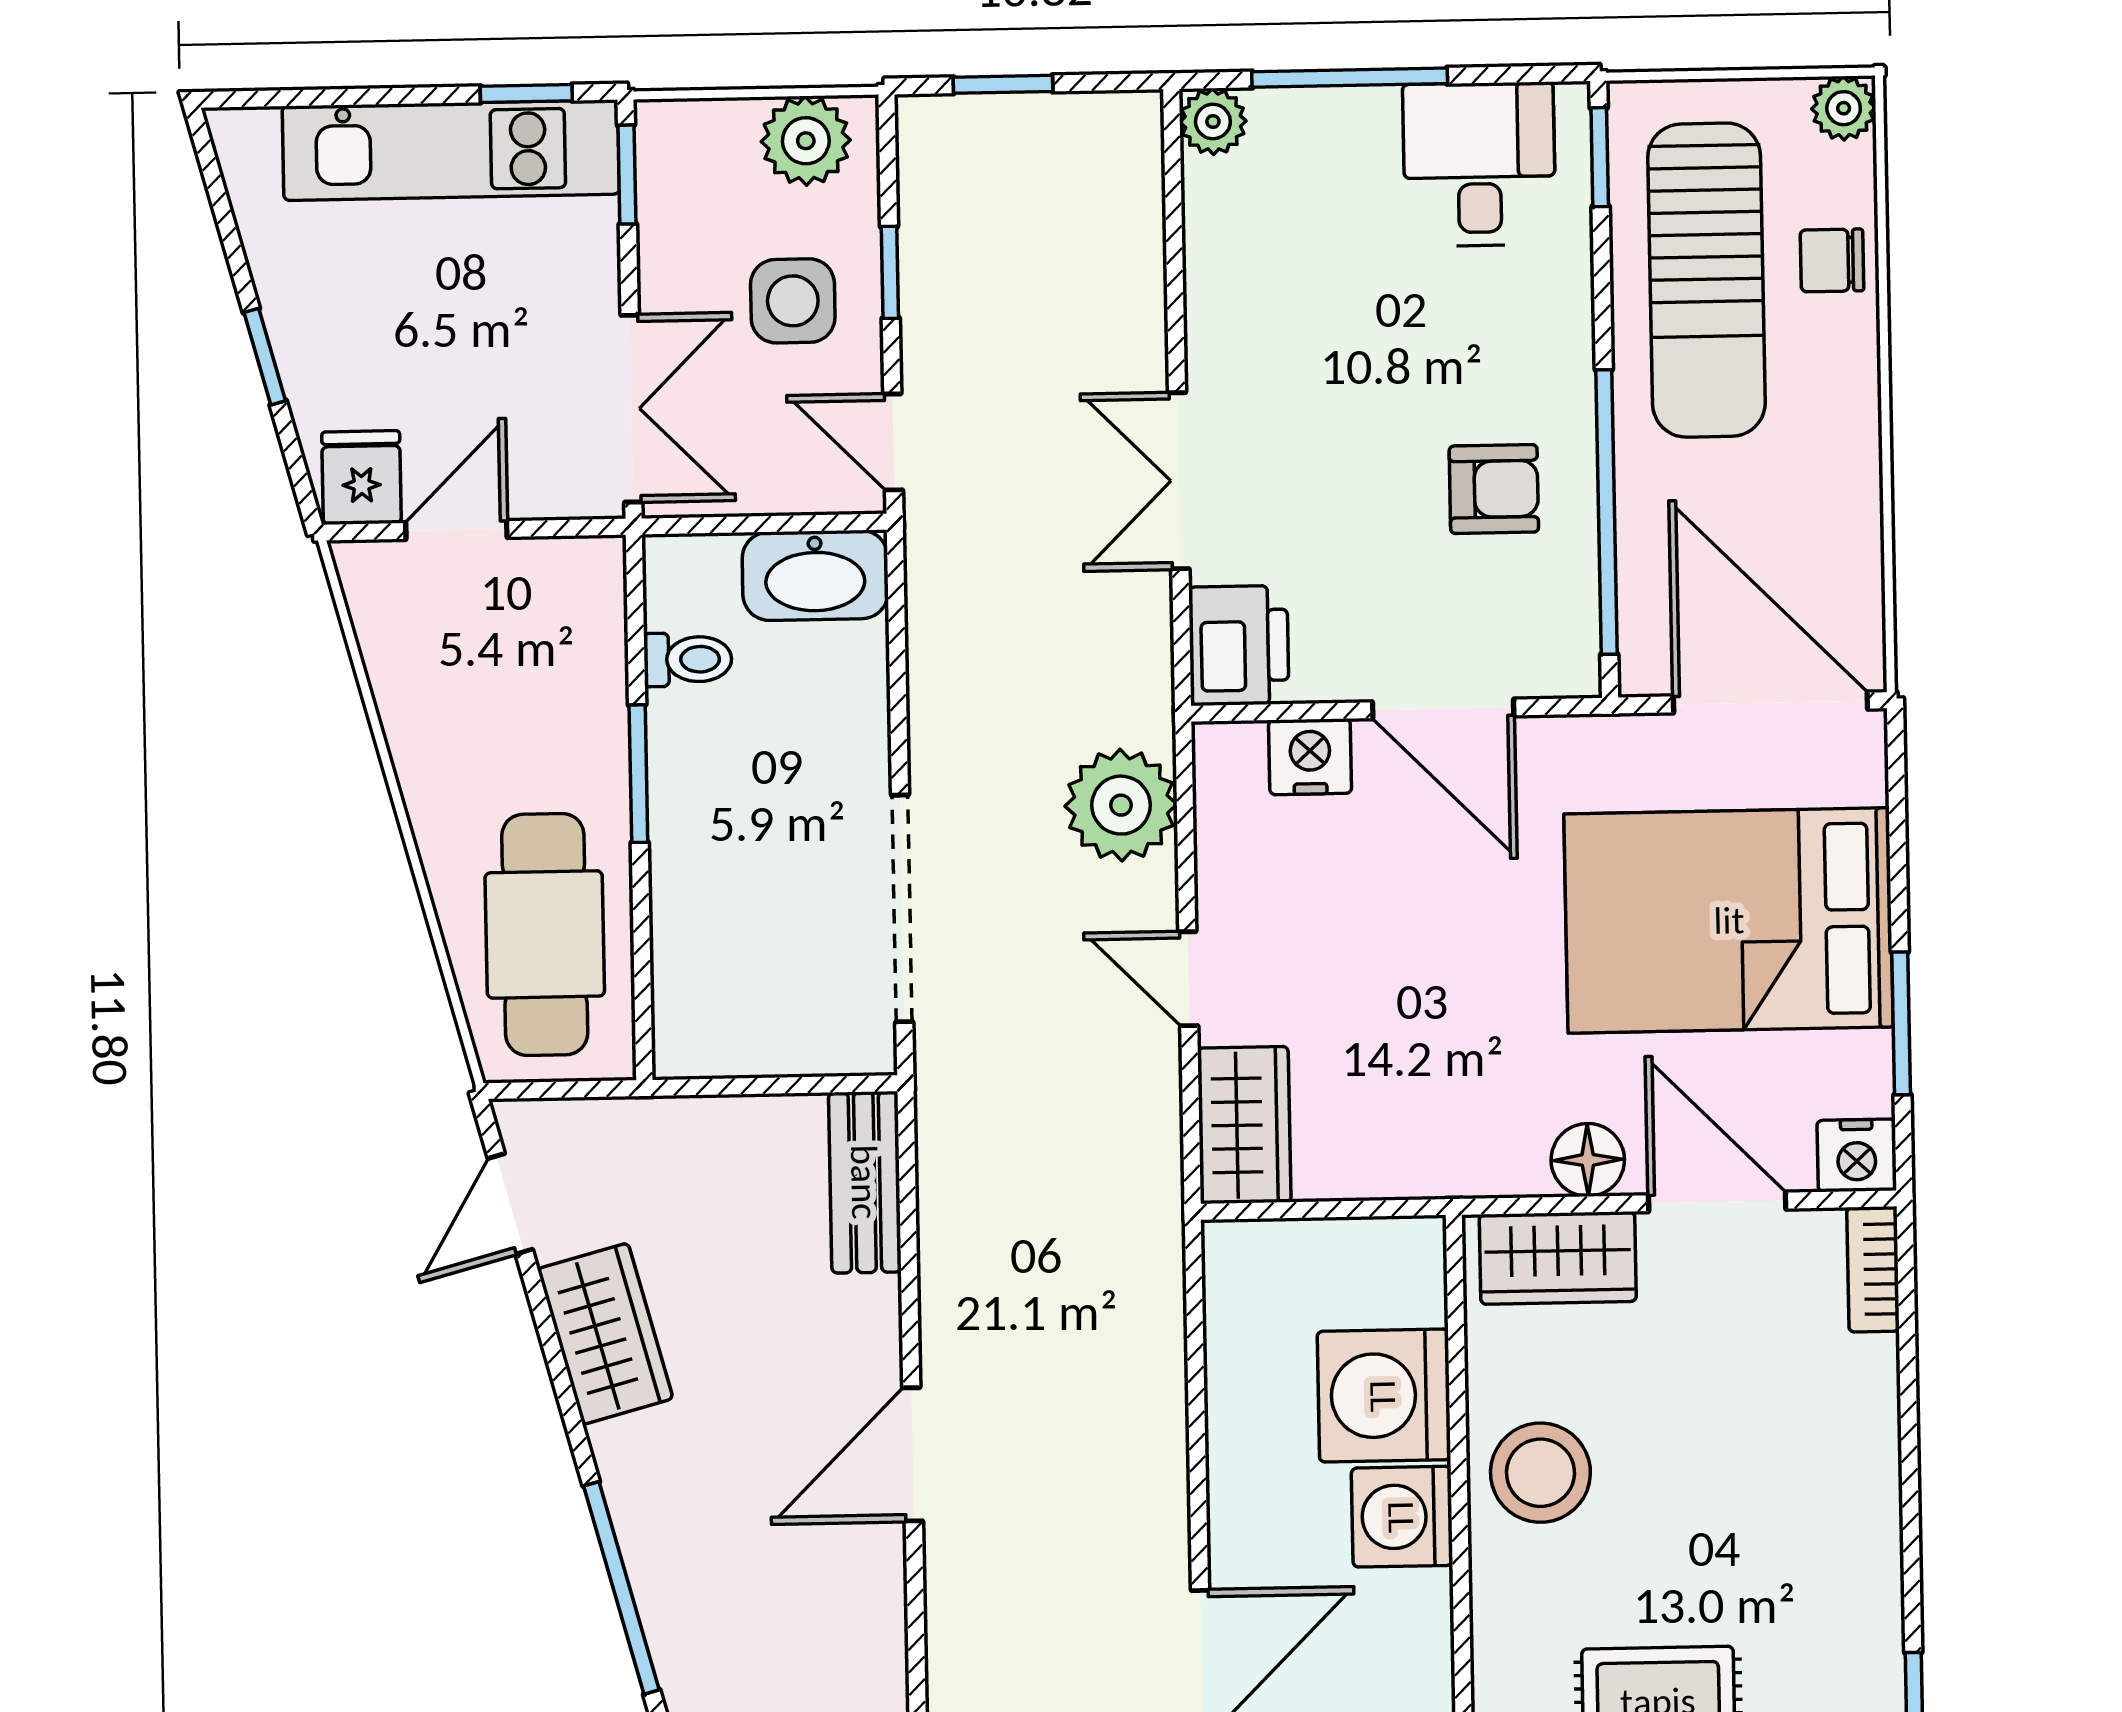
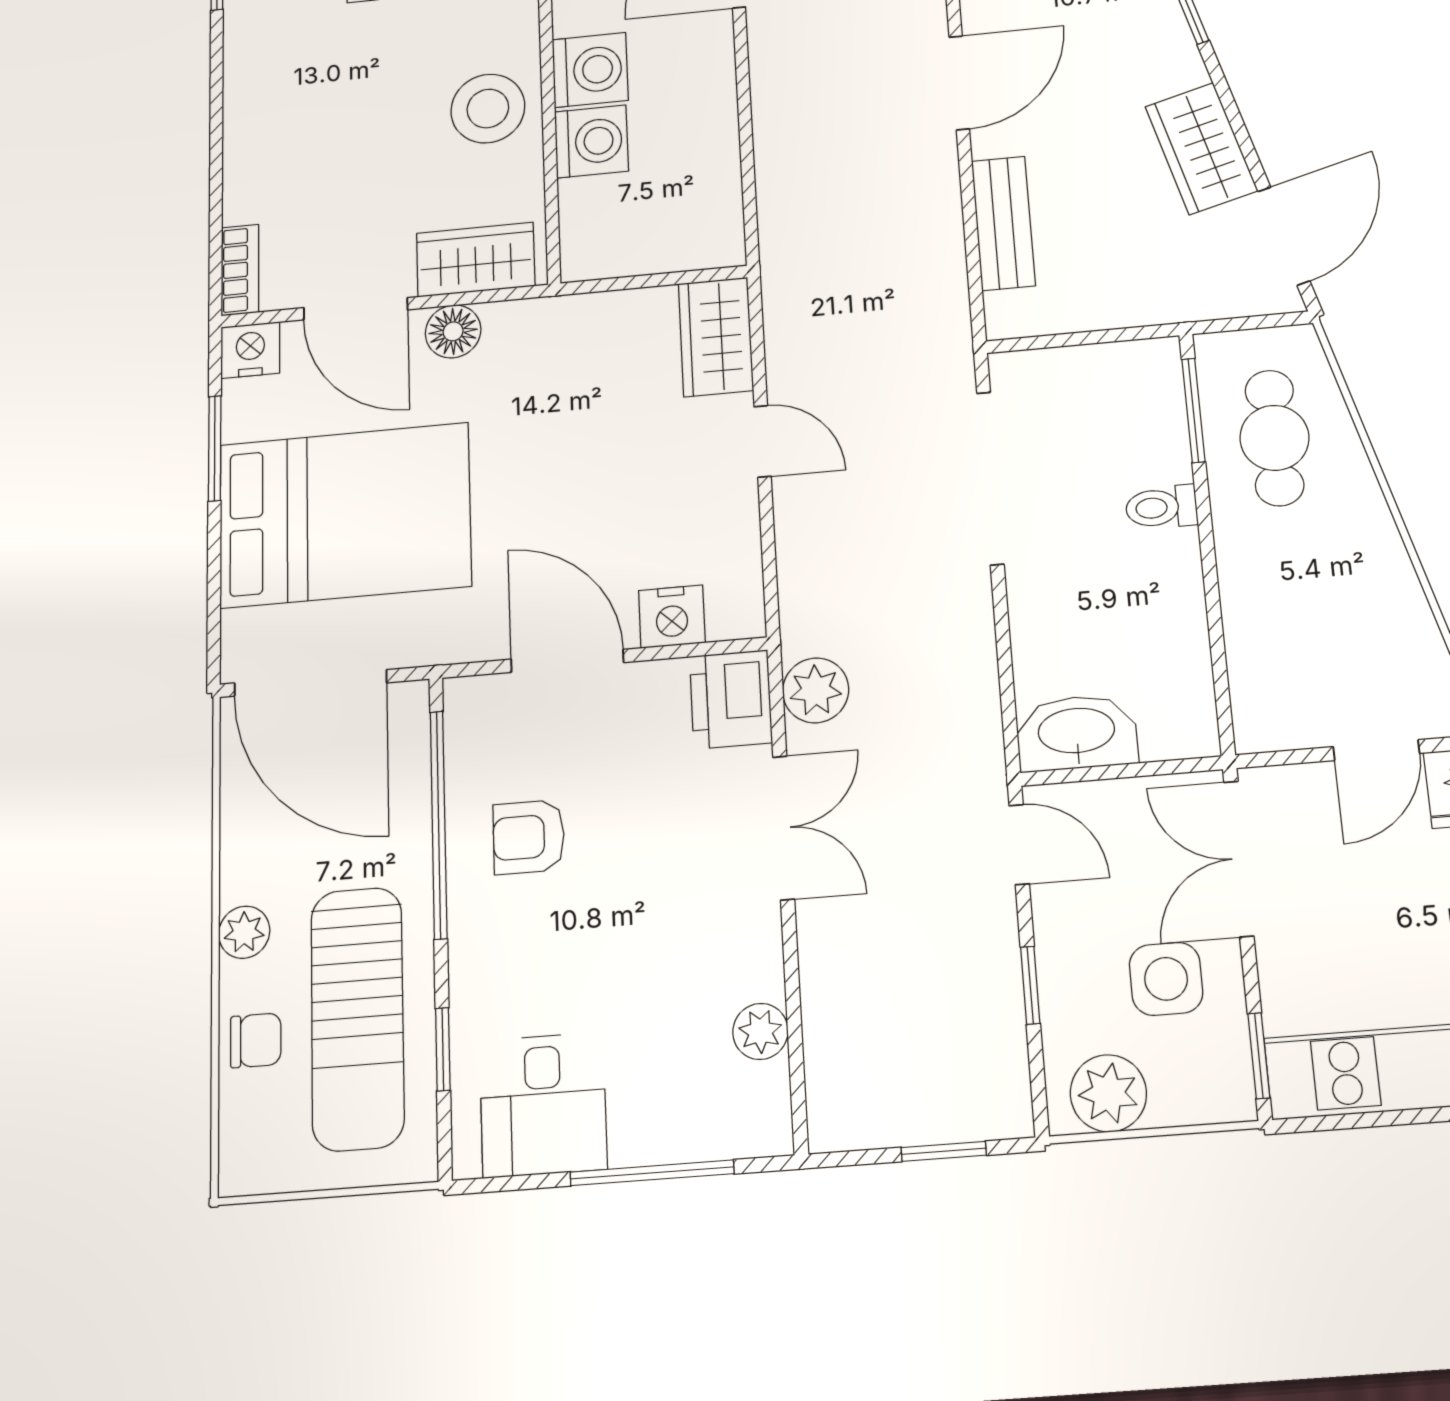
window: (526, 94) -> (1351, 1121), removed
plant: (1844, 108) -> (244, 932), moved
plant: (1213, 121) -> (760, 1031), moved
window: (1600, 157) -> (443, 1049), moved
sun lounger: (1707, 280) -> (357, 1018), turned 180
side table: (793, 301) -> (1166, 979), moved
toilet: (688, 659) -> (1161, 507), moved
window: (638, 774) -> (1193, 410), moved
plant: (1121, 805) -> (816, 690), moved, width x0.73, depth x0.73
cafe table: (545, 934) -> (1274, 438), width x0.73, depth x0.74
bench: (865, 1182) -> (1003, 223), moved
door: (510, 1204) -> (1284, 236), width x1.38
washing machine: (1384, 1396) -> (591, 141), width x0.73, depth x0.73

